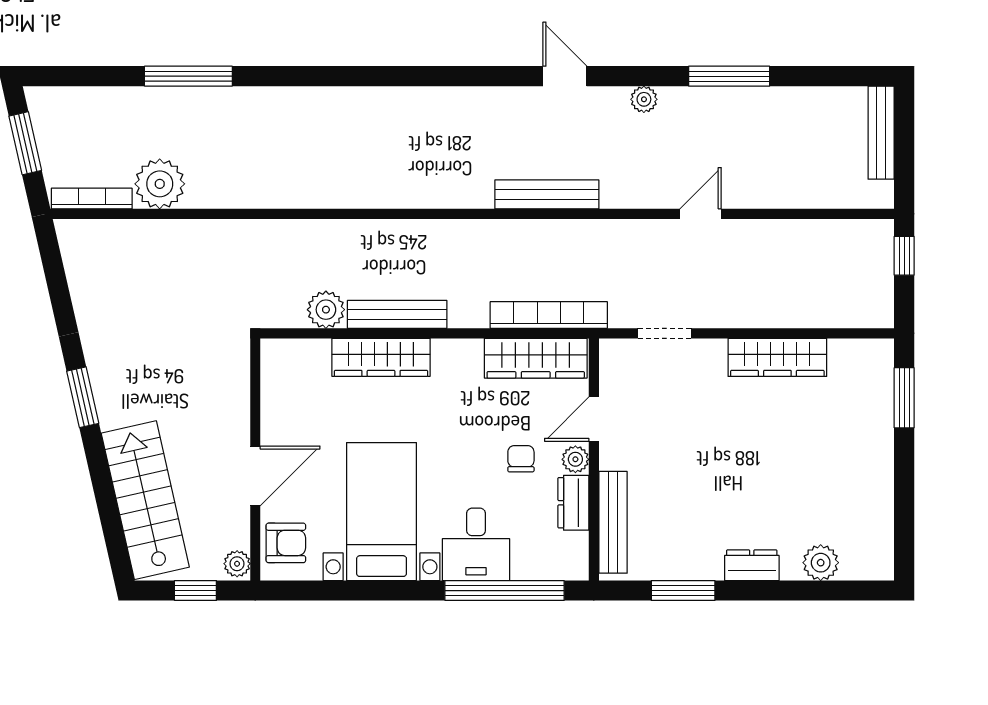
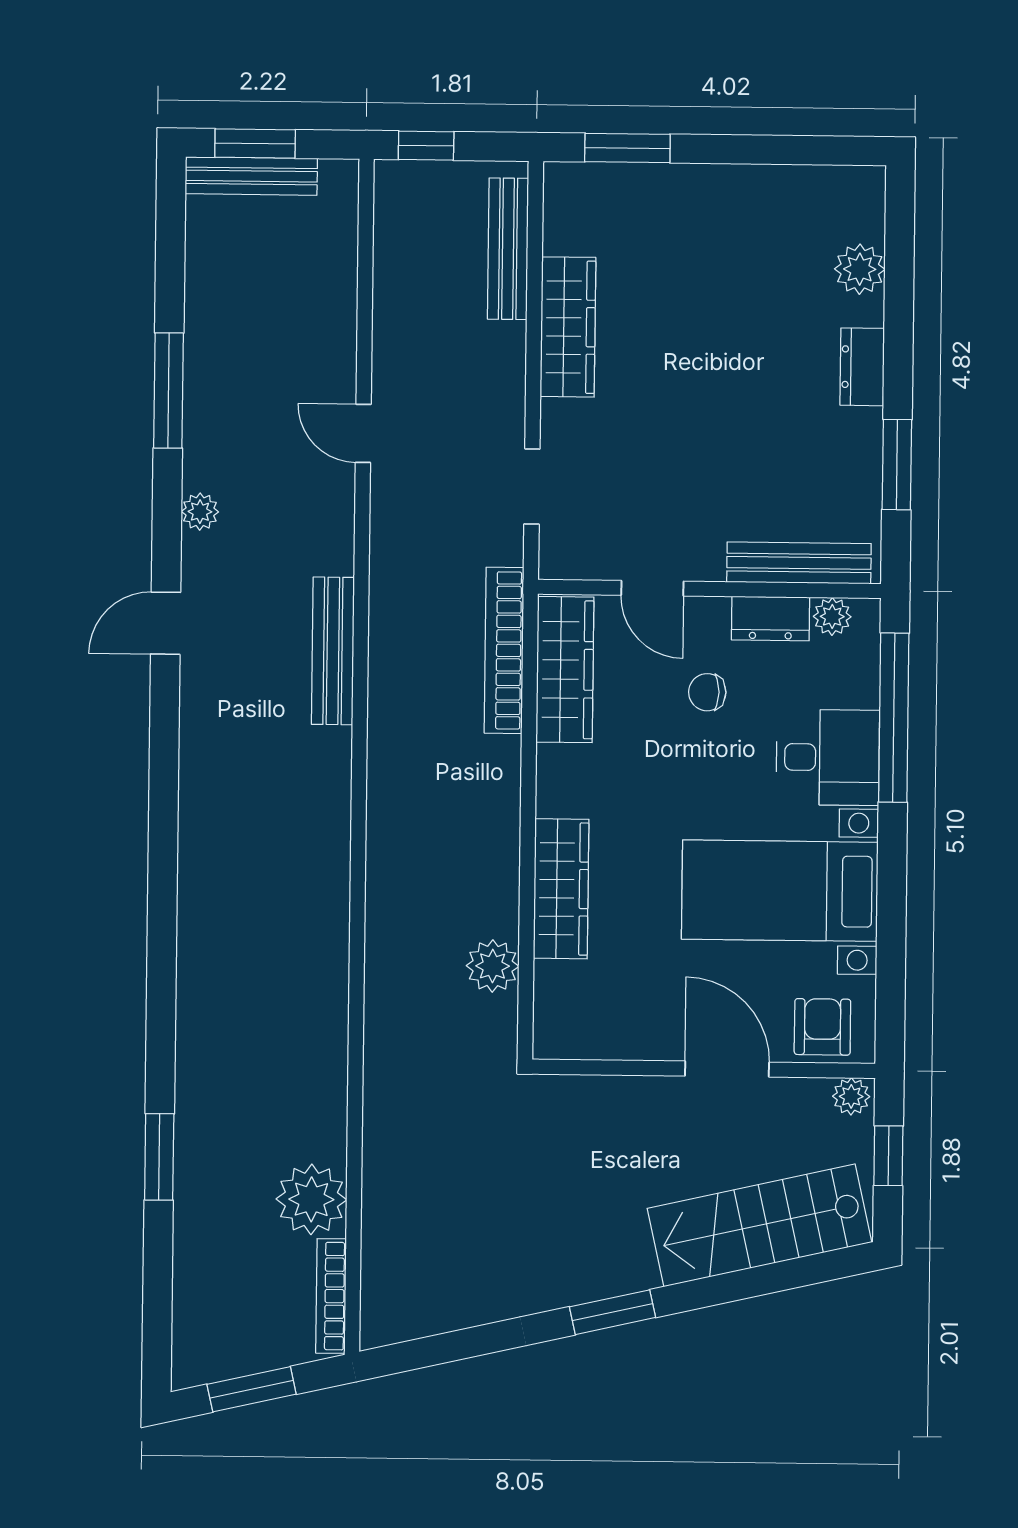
window: (188, 76) -> (159, 1157), width x0.69
window: (904, 135) -> (255, 144), added
bench: (397, 314) -> (508, 249), moved
plant: (575, 459) -> (832, 617), moved

